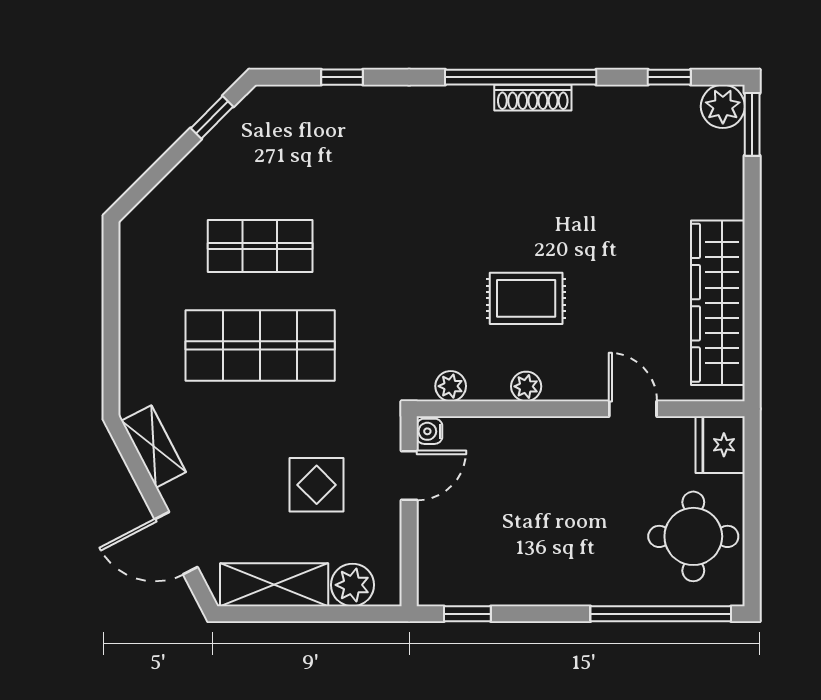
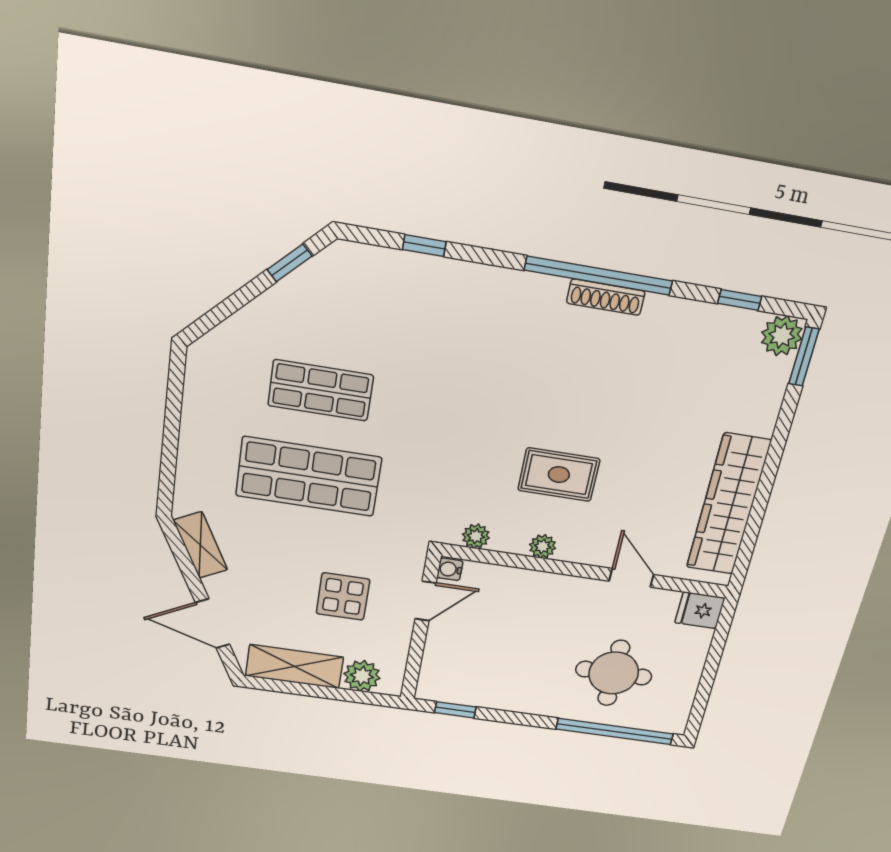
fridge: (720, 445) -> (700, 610), width x0.72
round table: (693, 536) -> (614, 673), moved

